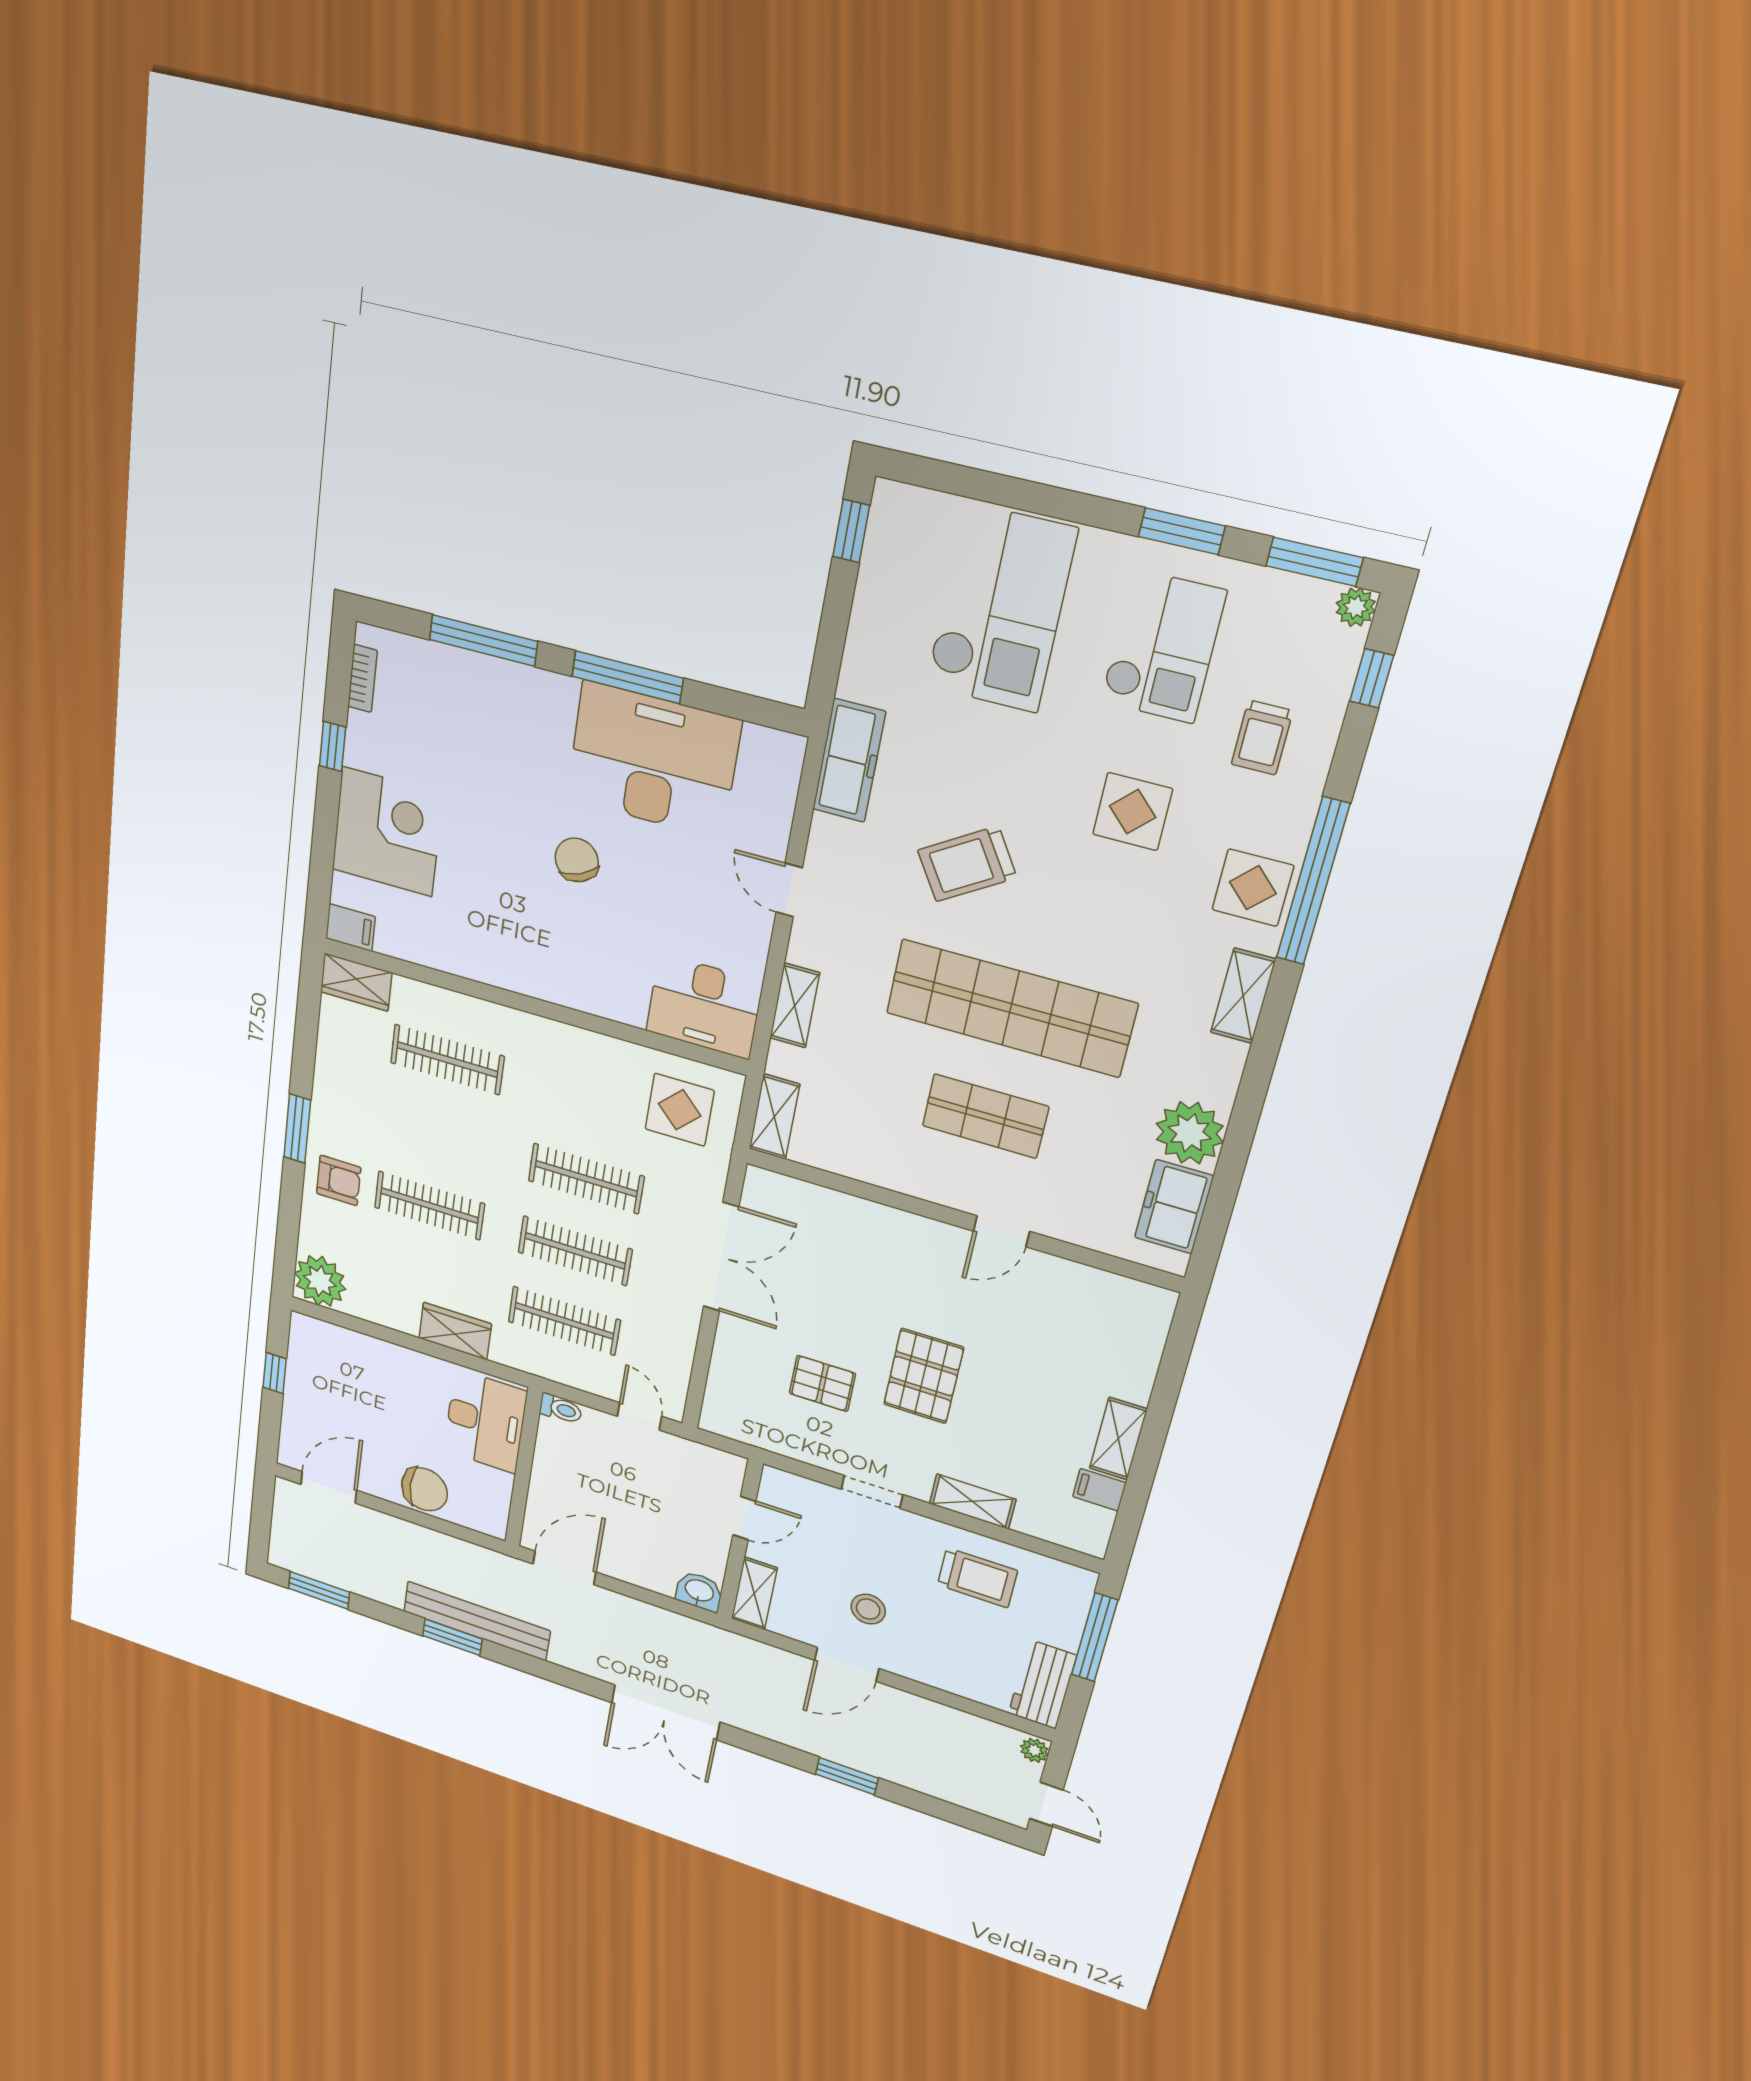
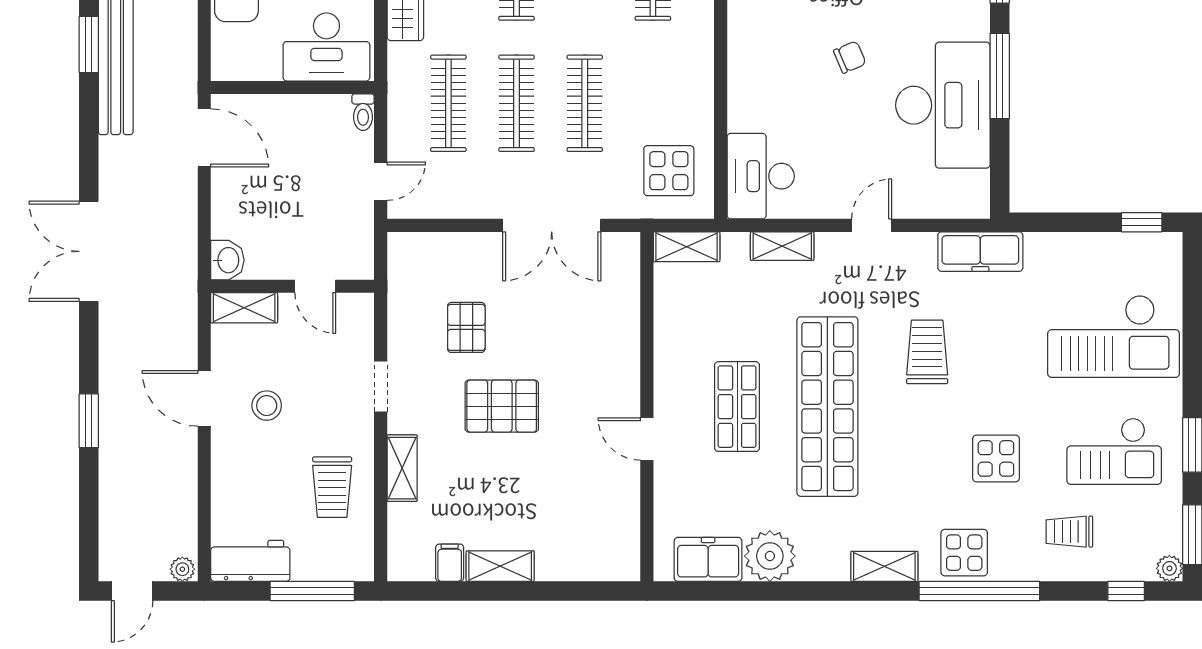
chair: (577, 860) -> (850, 57), width x0.73, depth x0.73
trolley: (967, 864) -> (927, 352), turned 32

